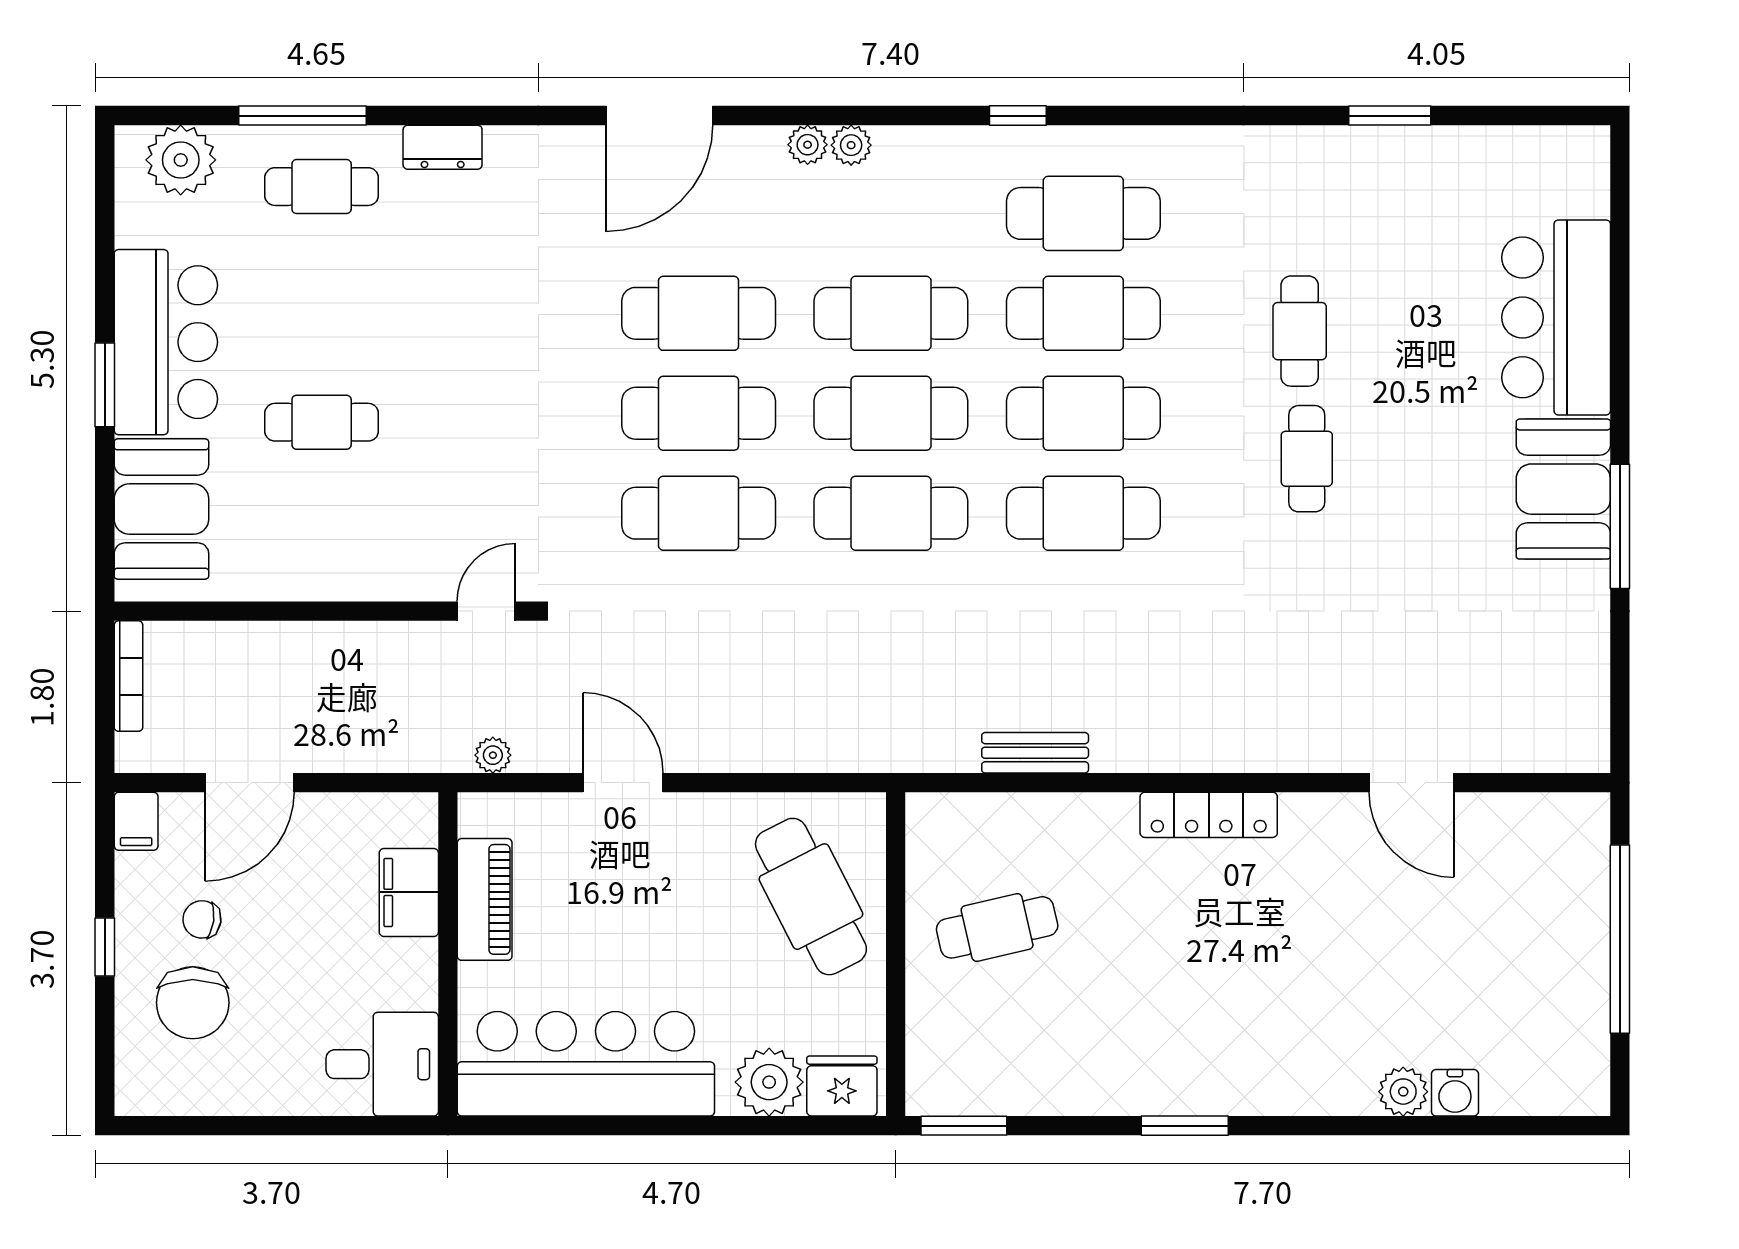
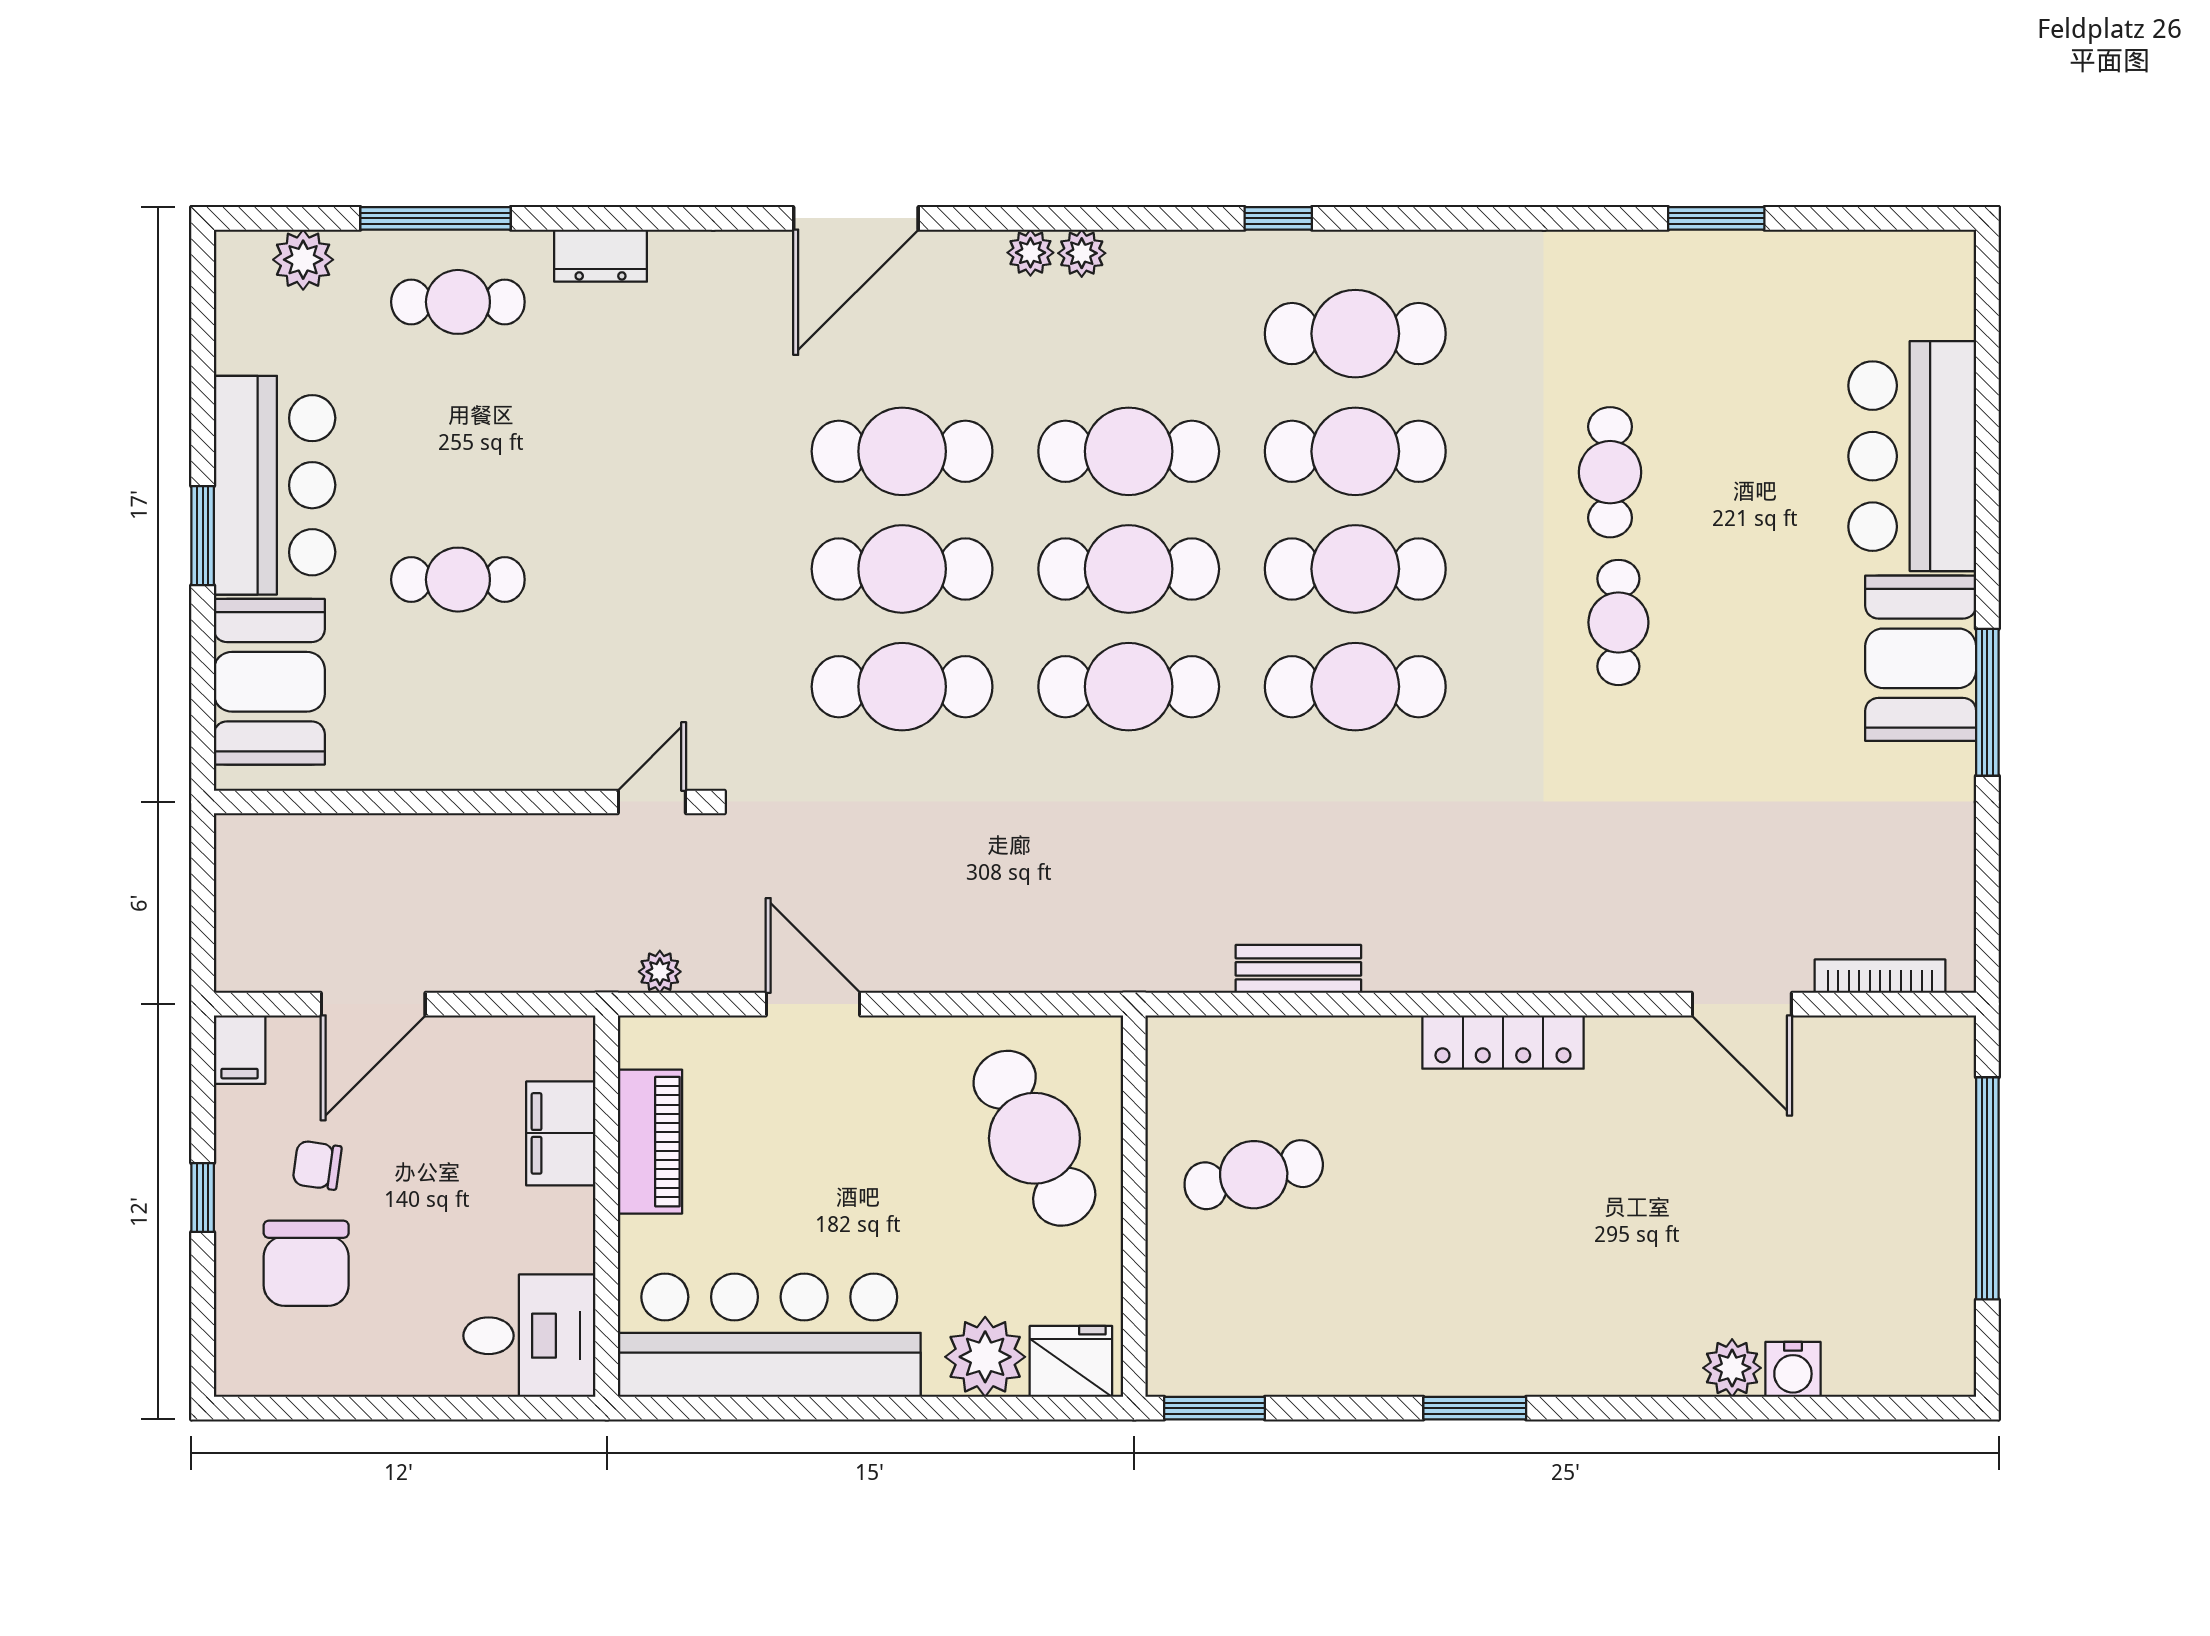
plant: (181, 160) -> (303, 260), width x0.73, depth x0.73
bookcase: (128, 676) -> (1880, 976), moved, turned -90

